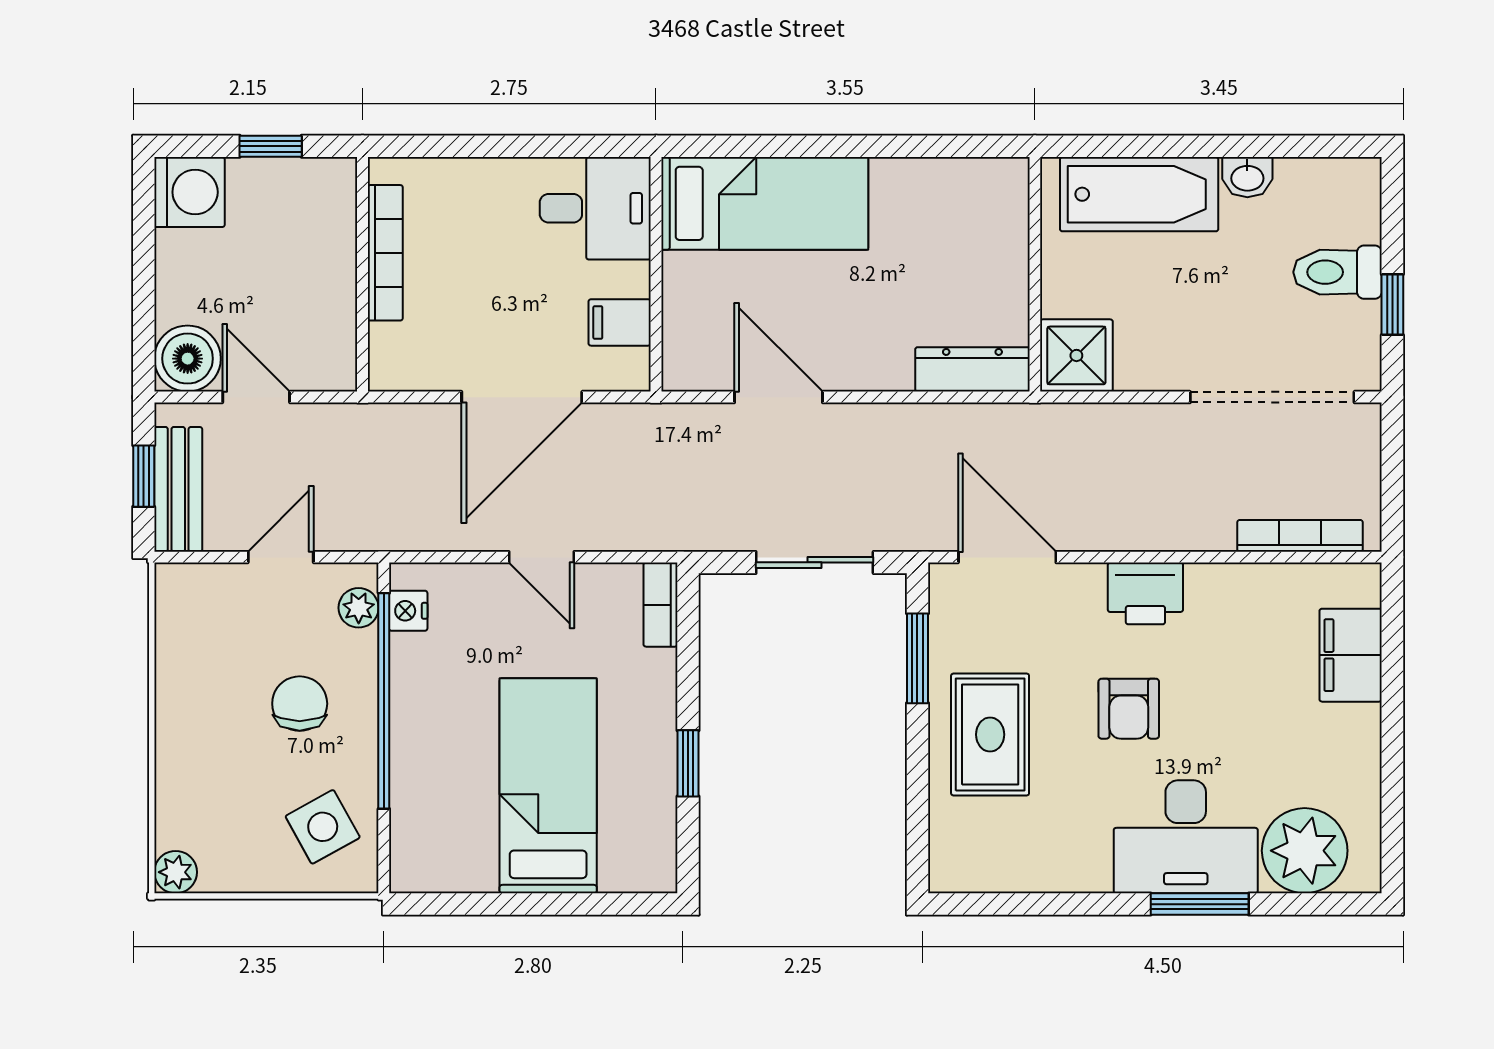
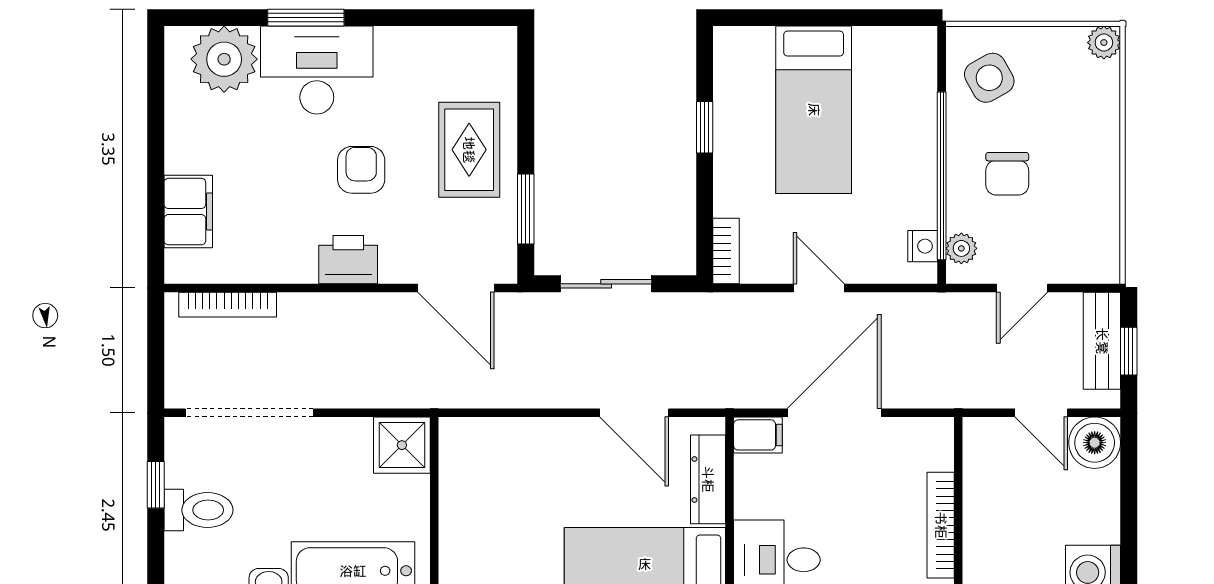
filing cabinet: (620, 322) -> (758, 435), moved
dresser: (972, 369) -> (708, 479), moved, turned 90

